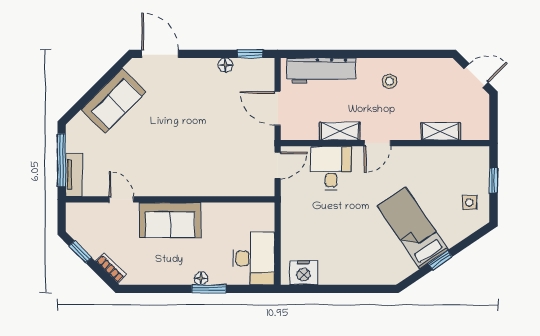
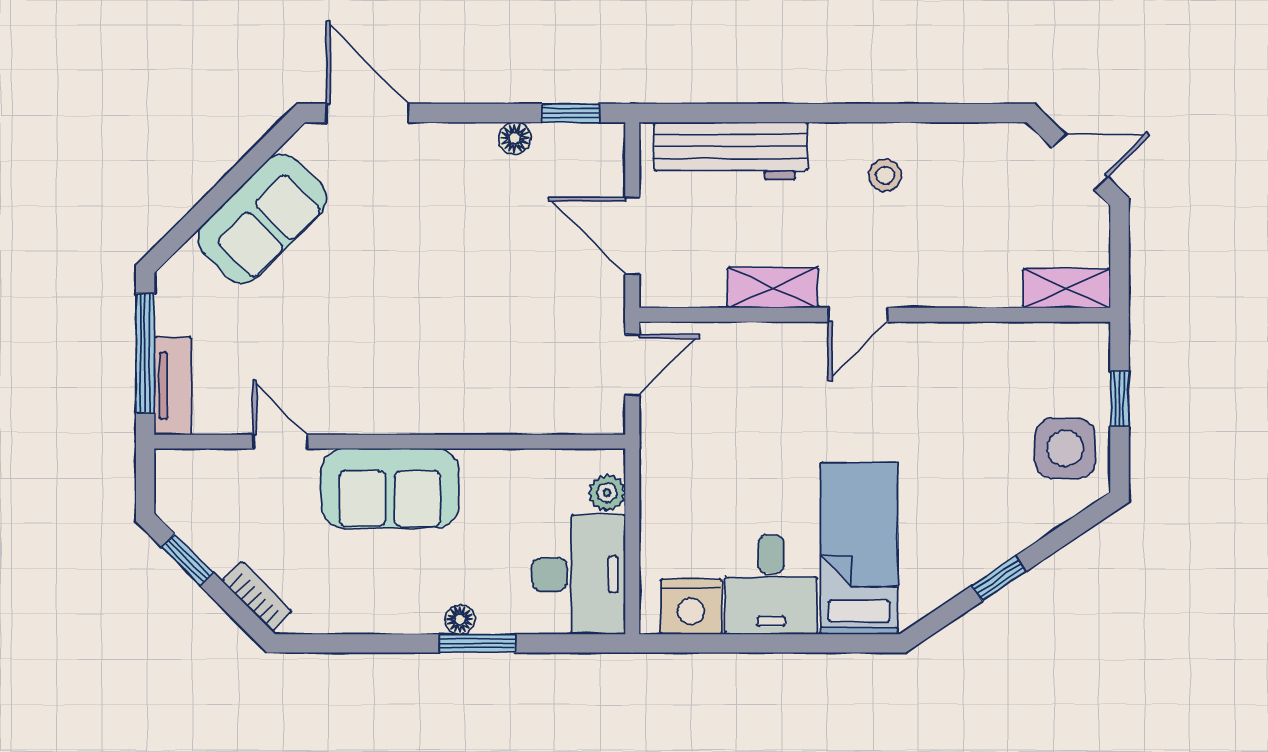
shelving: (441, 131) -> (1067, 288), moved
desk: (331, 168) -> (771, 585), moved, turned 180
side table: (469, 202) -> (1065, 448), width x1.87, depth x1.87
plant: (266, 222) -> (607, 493), added
bed: (413, 228) -> (859, 549), moved, turned 34

